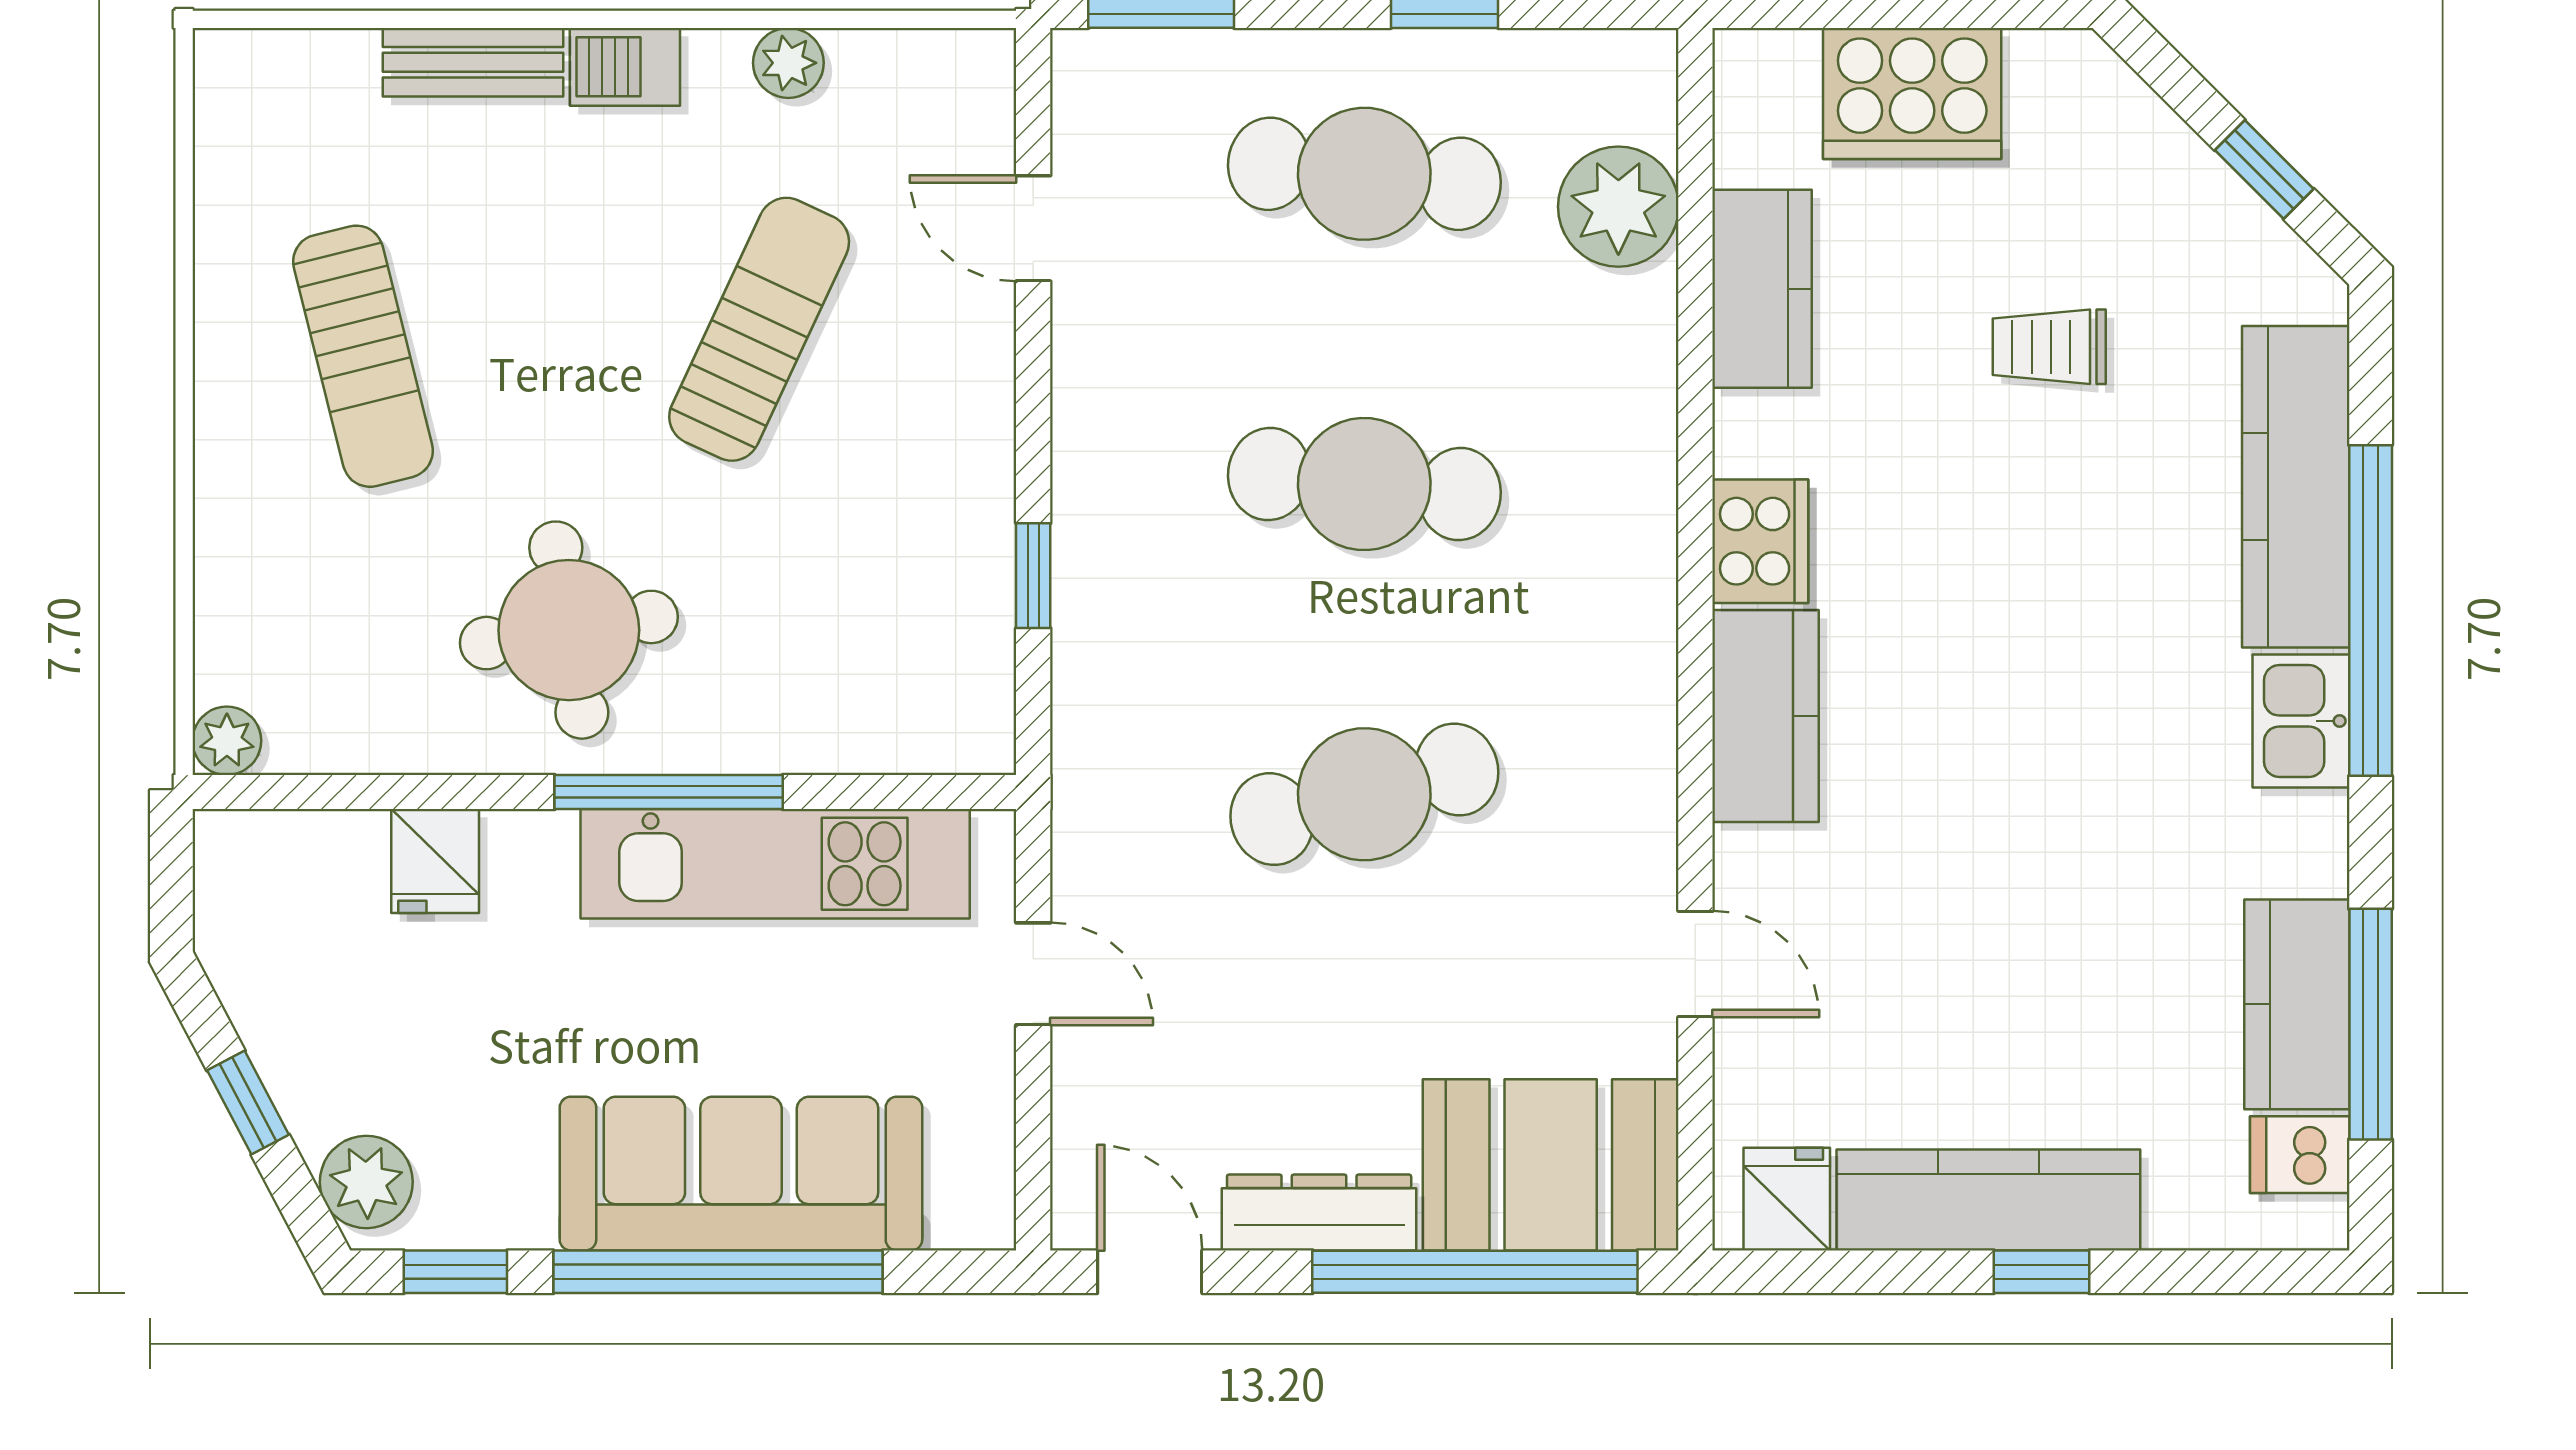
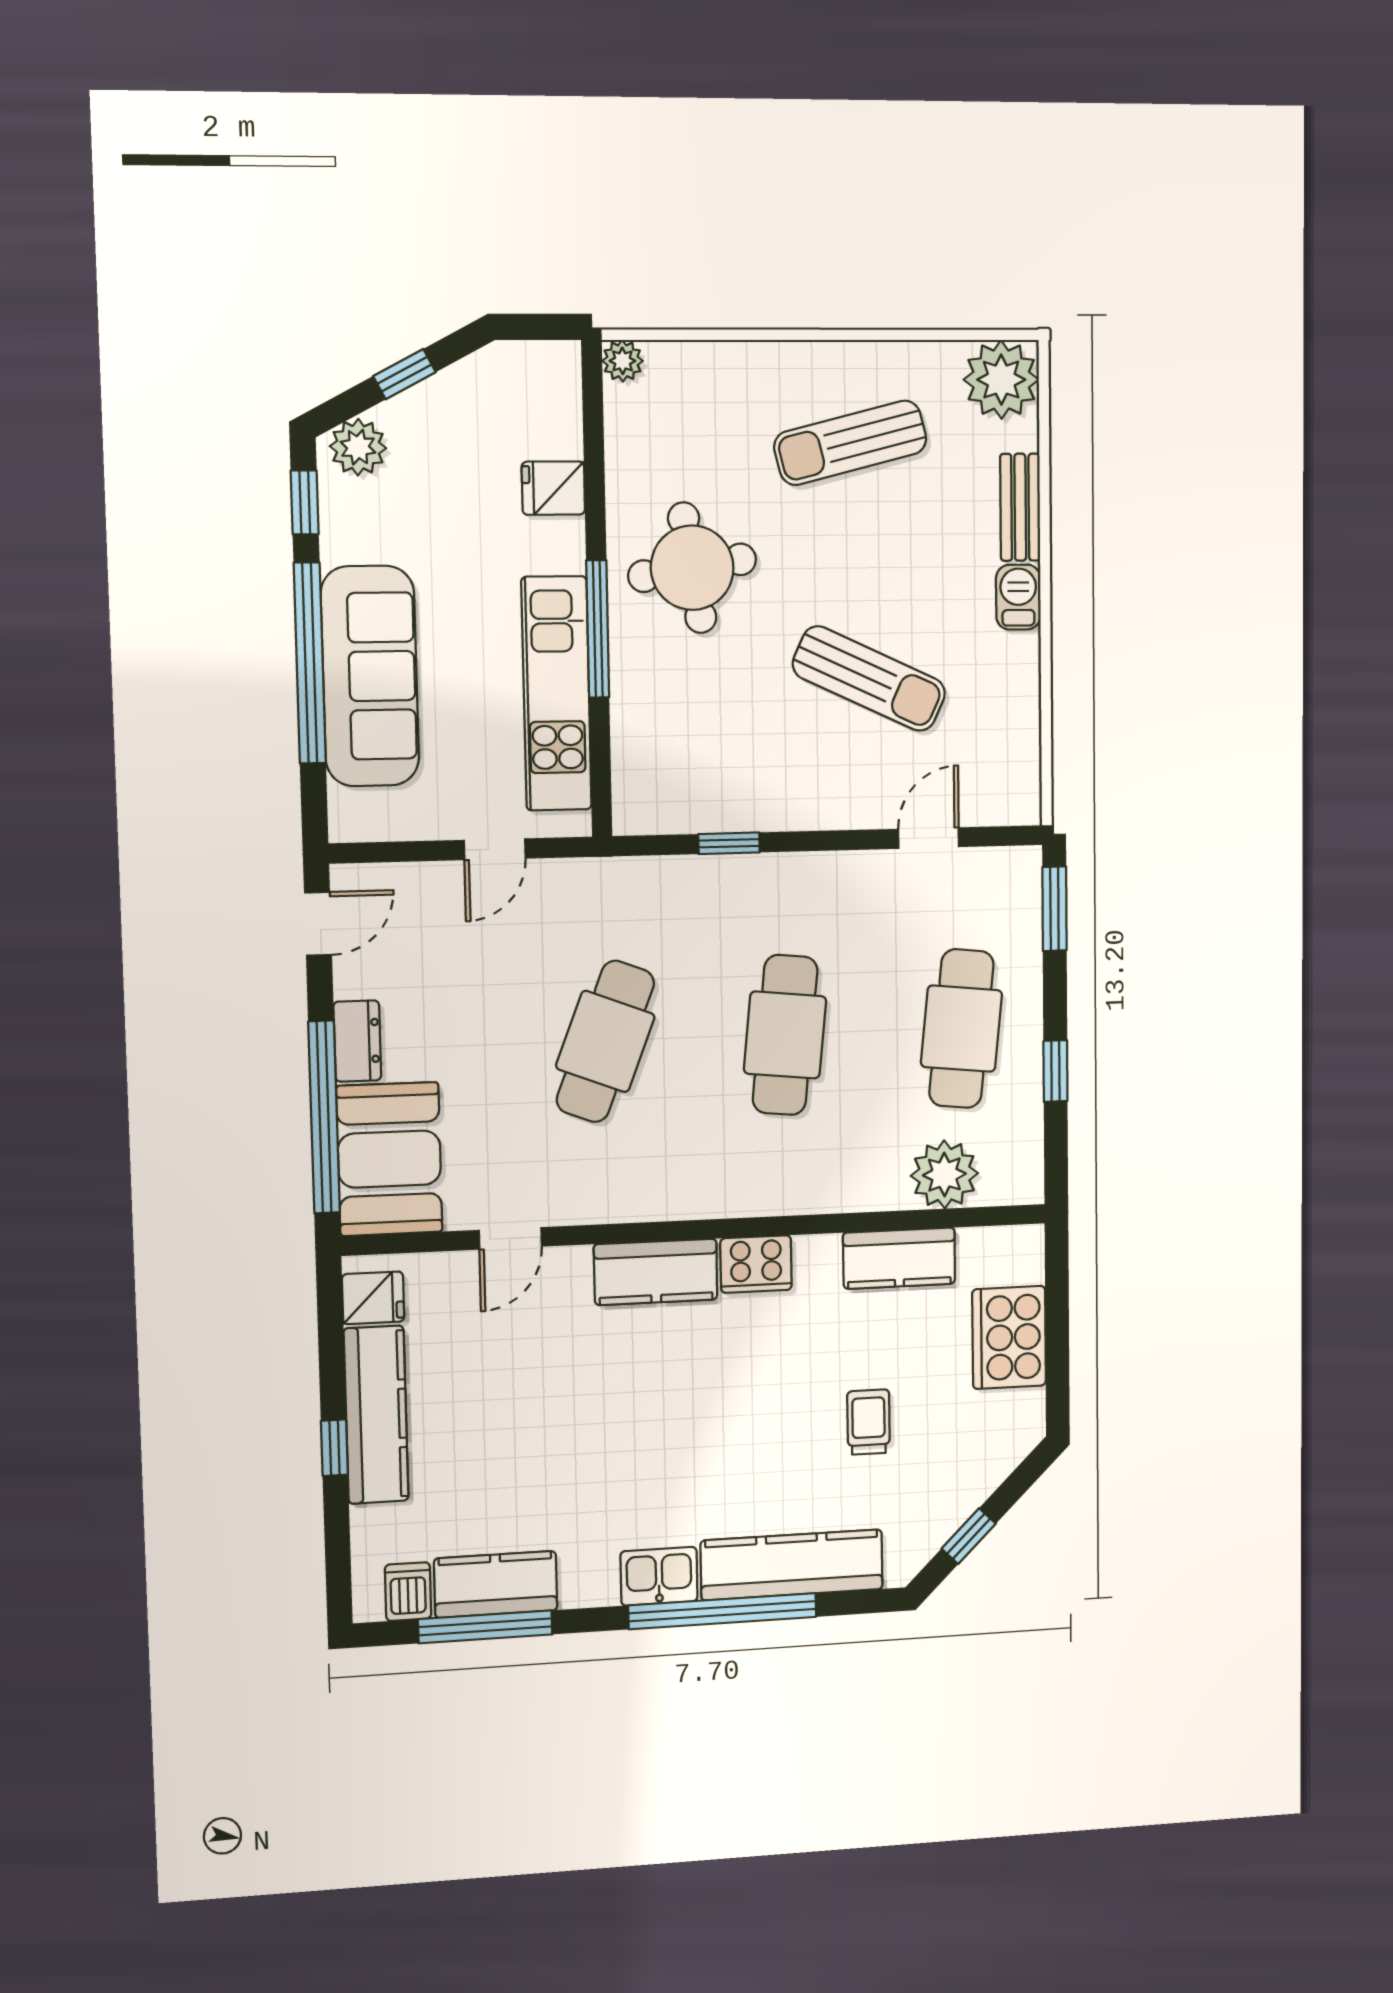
plant: (788, 63) -> (1001, 380), moved, width x1.88, depth x1.88
cafe table: (1364, 794) -> (605, 1041), turned 36
dresser: (1319, 1213) -> (357, 1041), width x0.70

